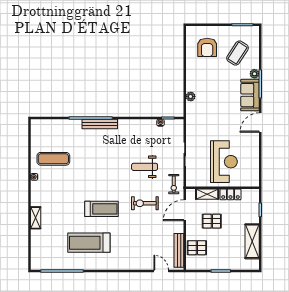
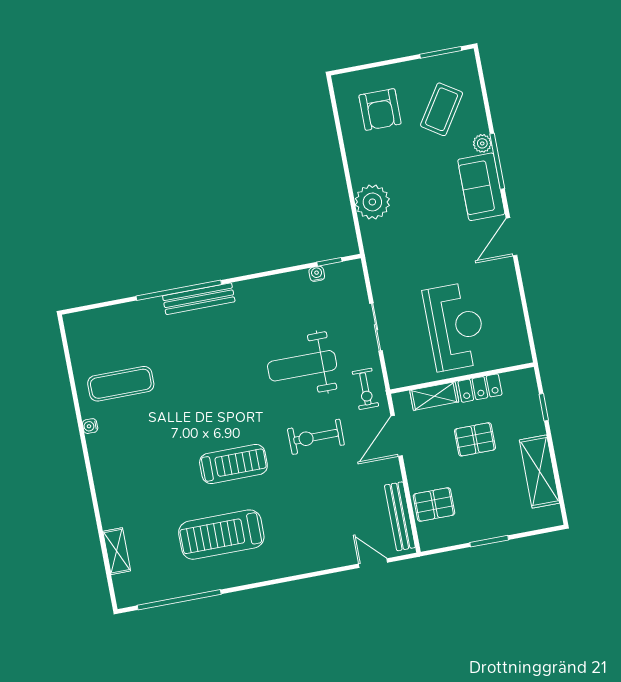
plant: (191, 96) -> (372, 202), width x1.88, depth x1.88
weight bench: (145, 167) -> (302, 366), width x1.36, depth x1.33
shelving: (36, 218) -> (117, 551), moved
pallet: (212, 221) -> (475, 439), moved

